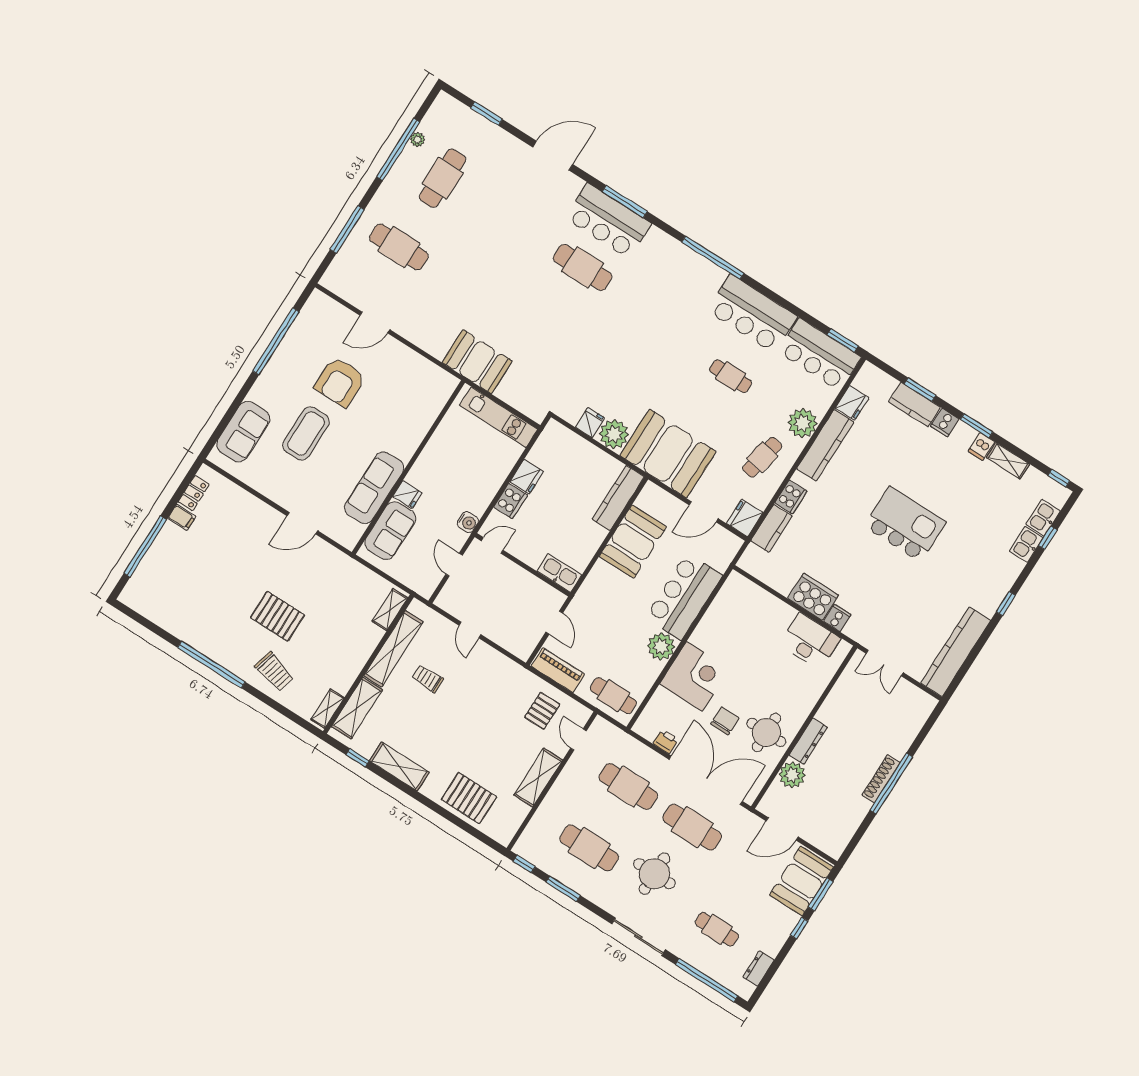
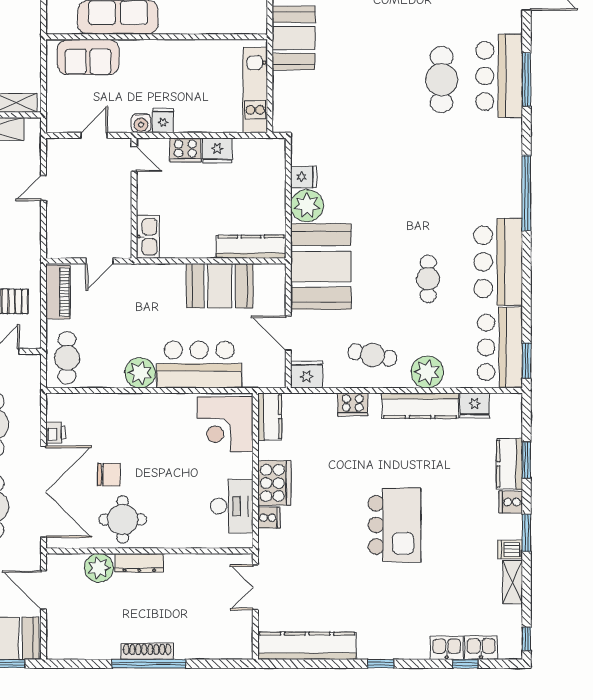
fridge: (407, 495) -> (163, 121), moved, turned 180
kitchen counter: (771, 528) -> (270, 417), moved, turned -90
corner desk: (694, 676) -> (225, 424), moved, turned 90

